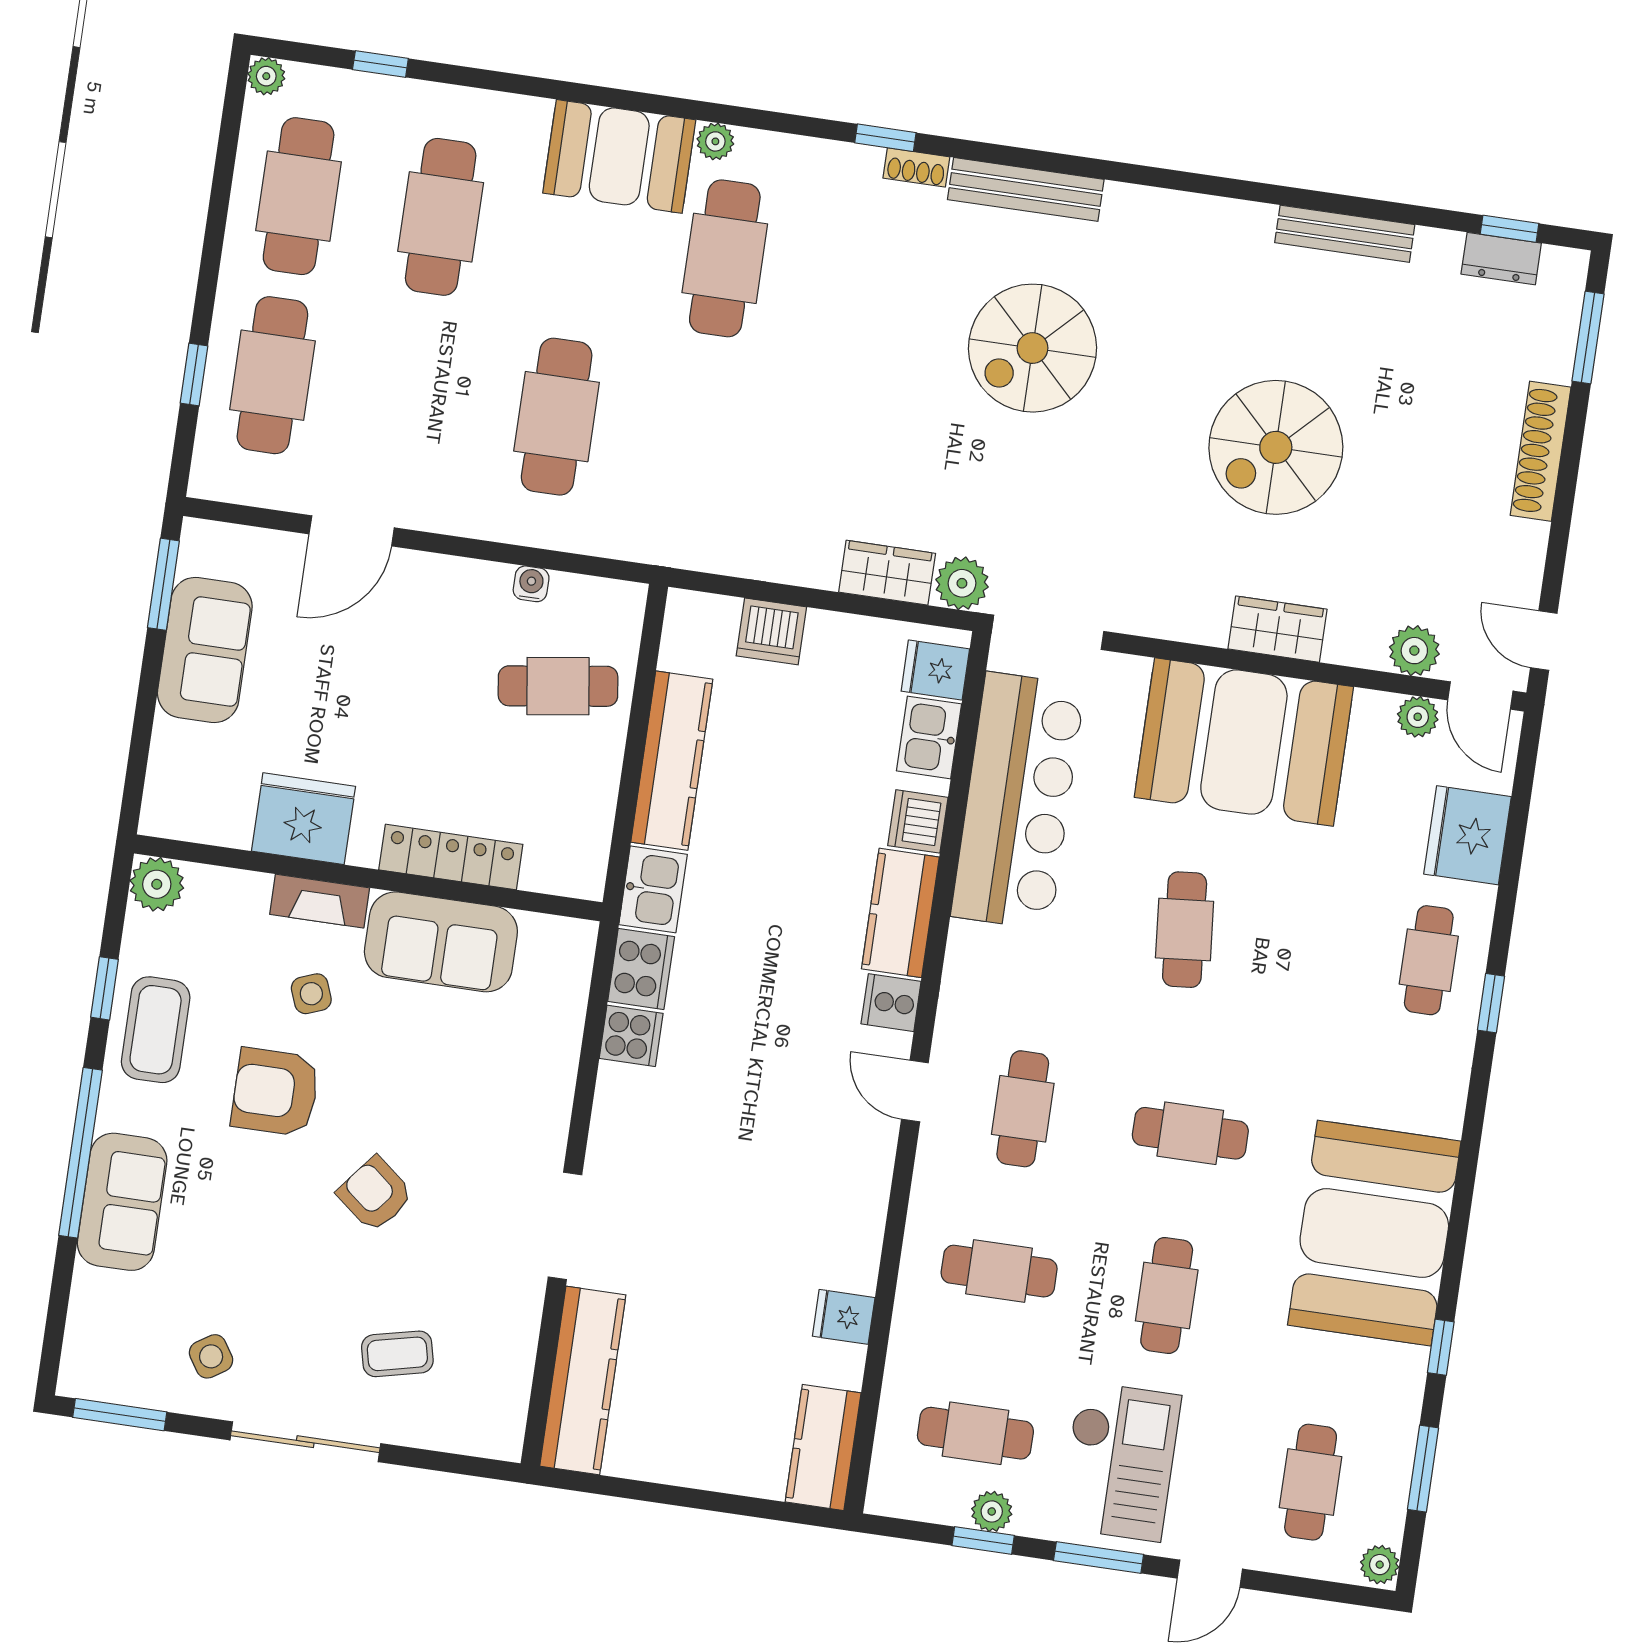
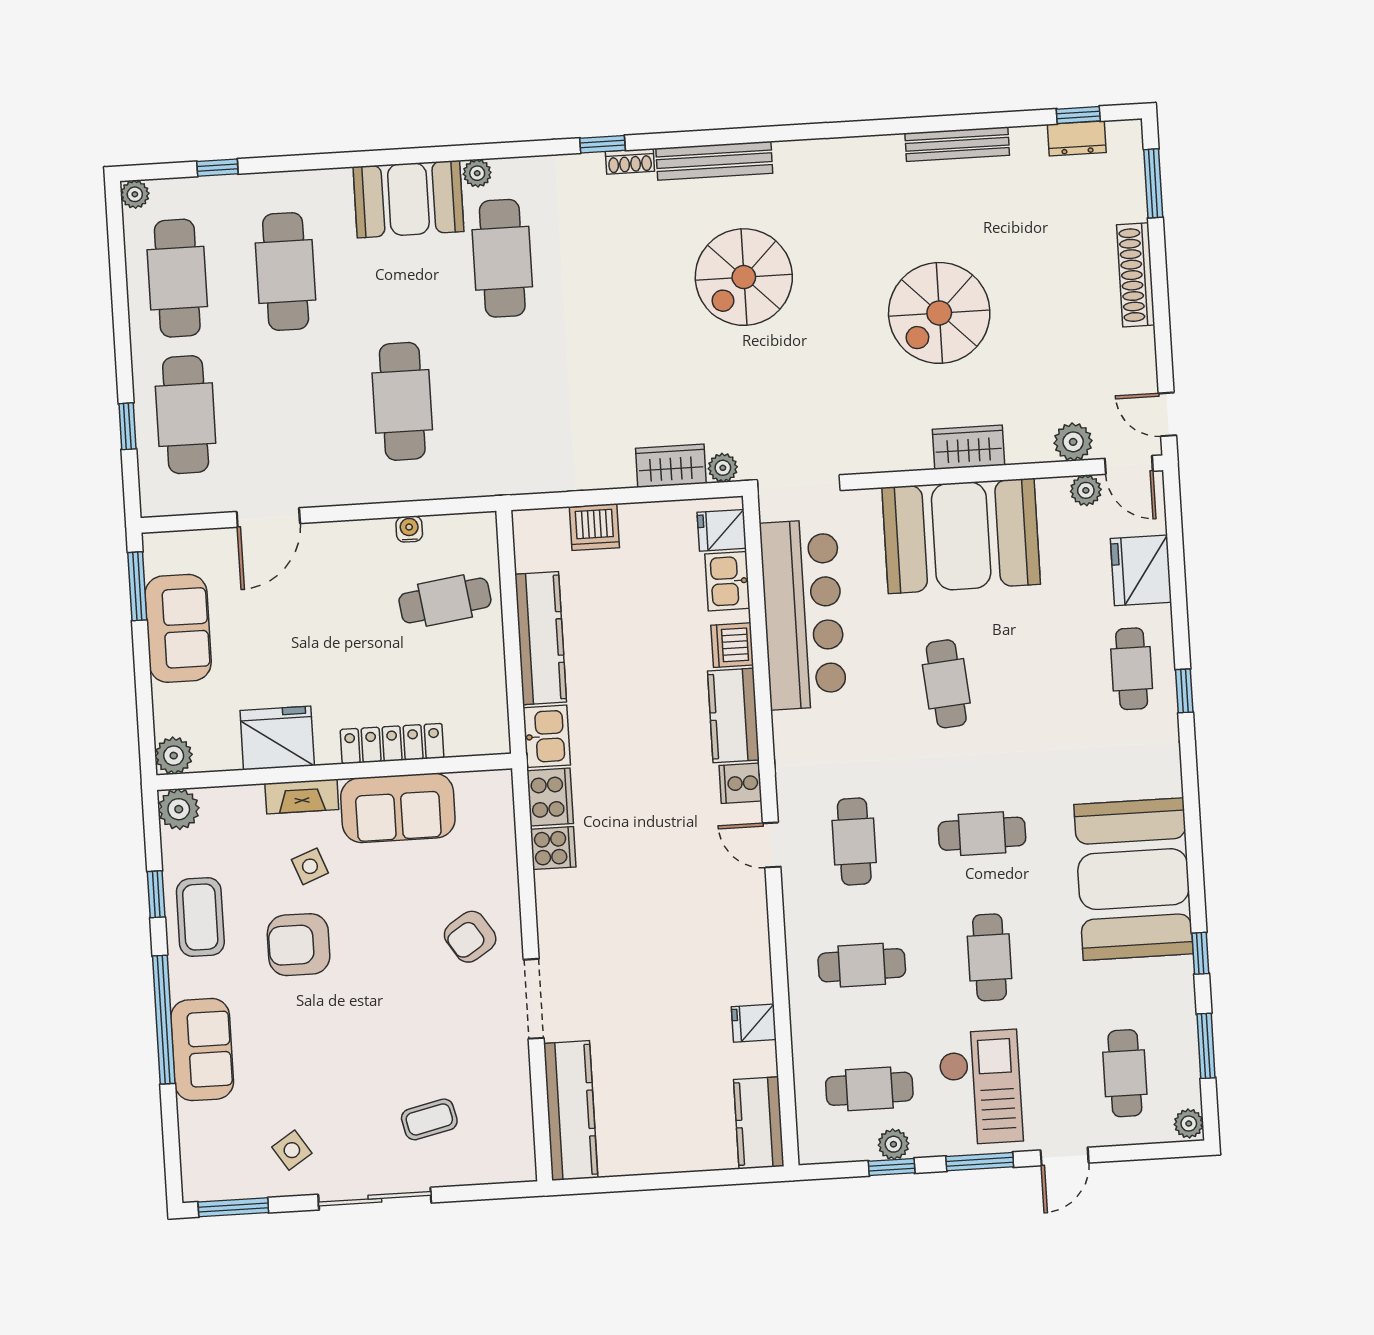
plant: (962, 583) -> (723, 468), width x0.73, depth x0.73
plant: (165, 814) -> (174, 756), added
armchair: (375, 1194) -> (470, 937), moved, turned -72

